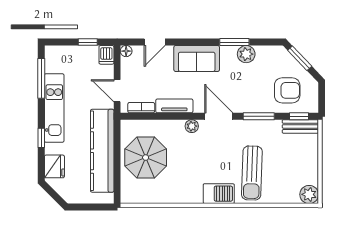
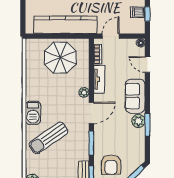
plant: (246, 54) -> (138, 121), moved
dishwasher: (106, 55) -> (138, 12), moved
sun lounger: (252, 173) -> (49, 138), turned -37

